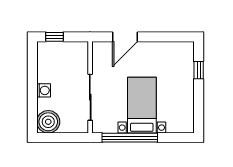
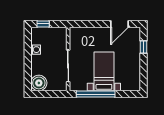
door: (125, 37) -> (120, 24), moved
washing machine: (44, 90) -> (36, 50), moved

